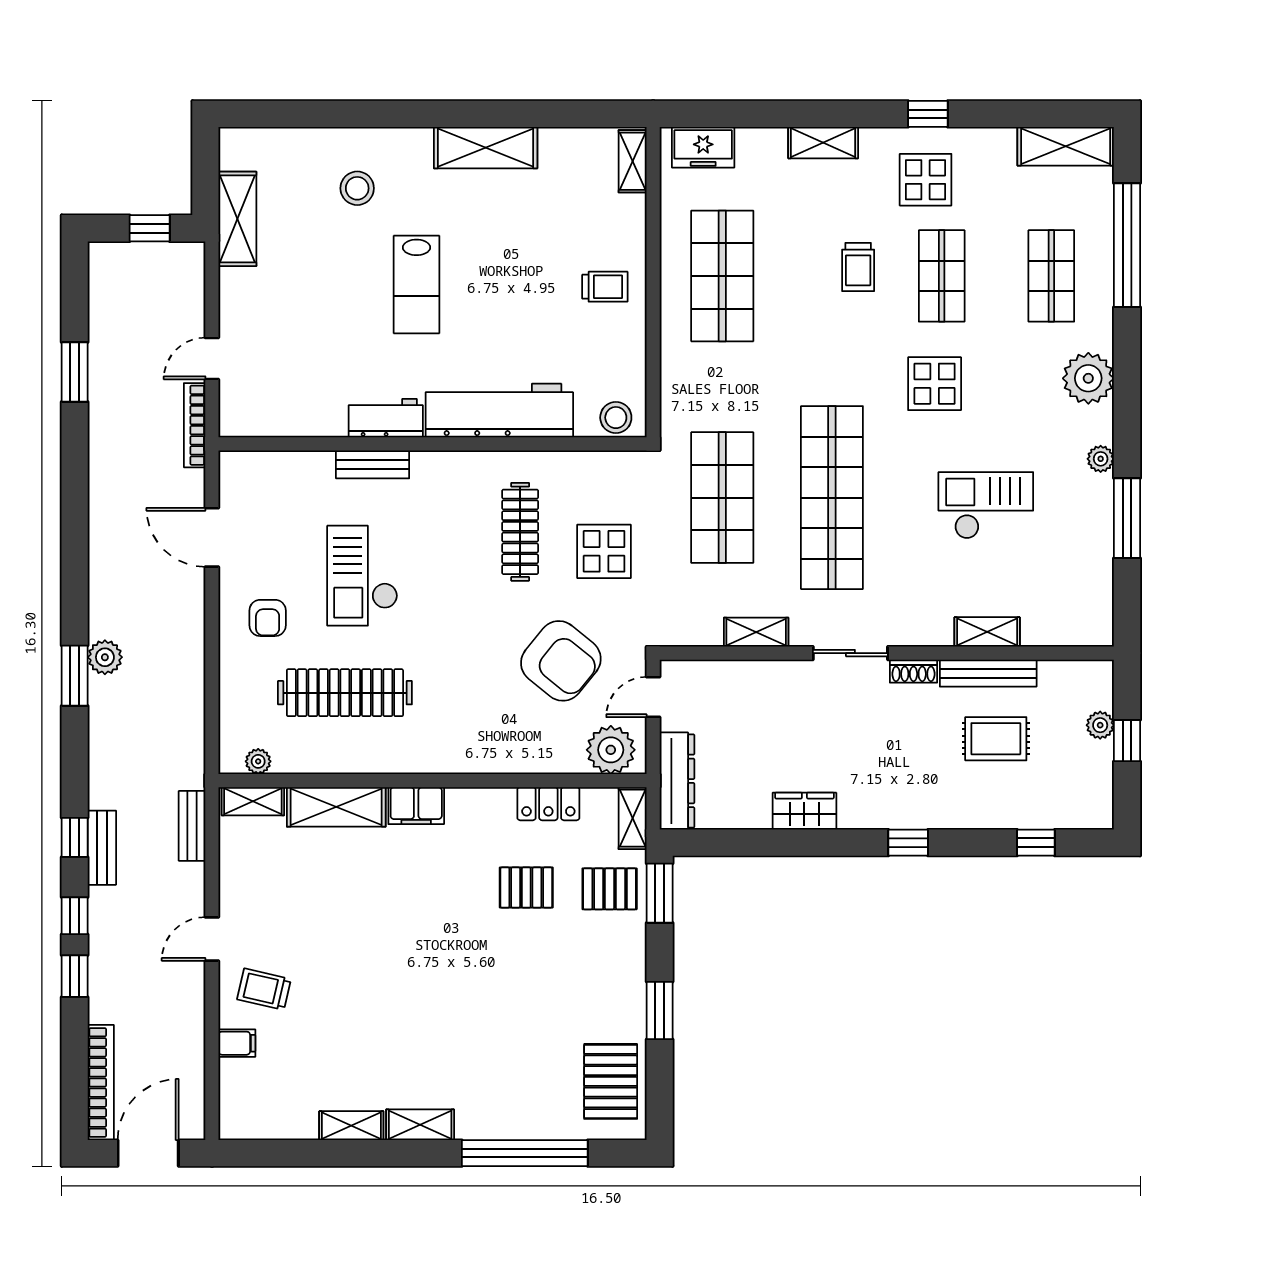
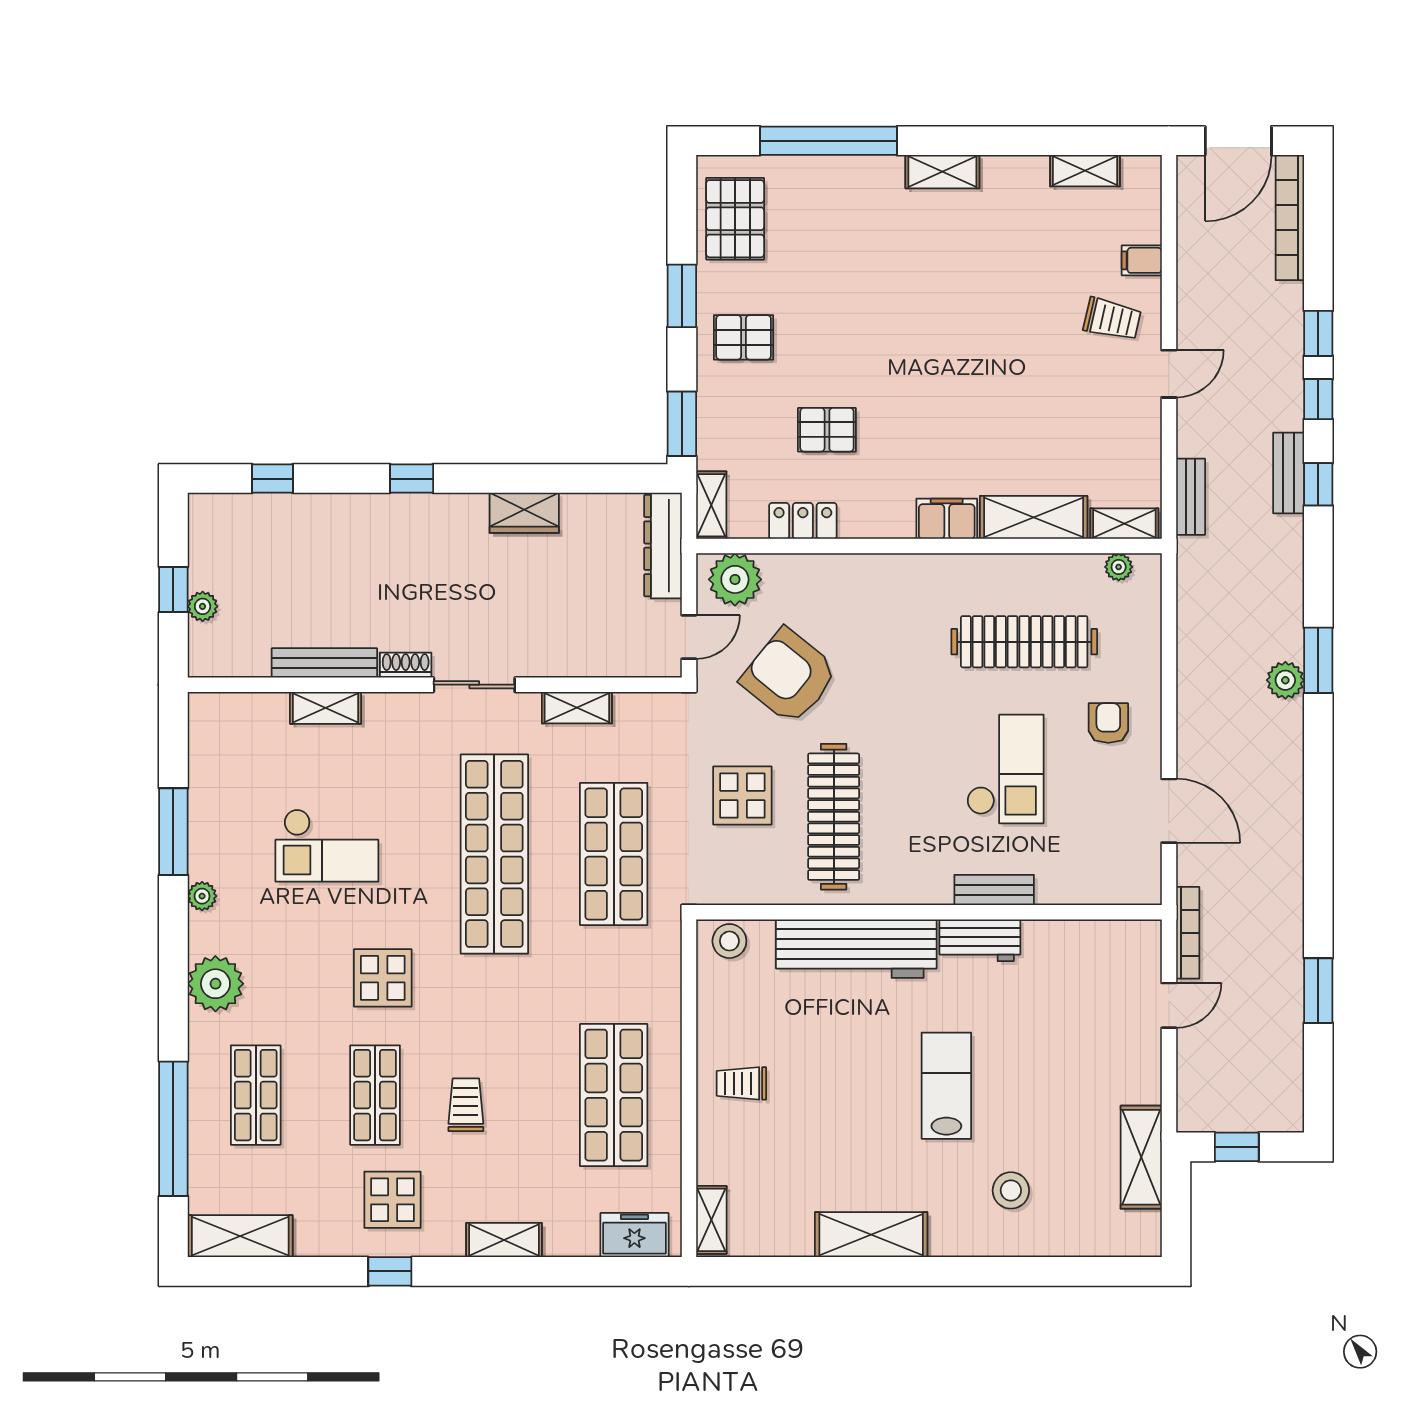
clothes rail: (520, 532) -> (834, 817), width x1.37, depth x1.31
rug: (996, 739) -> (316, 592), removed
pallet: (610, 889) -> (744, 337), moved
shelving: (351, 1126) -> (1085, 171), moved

